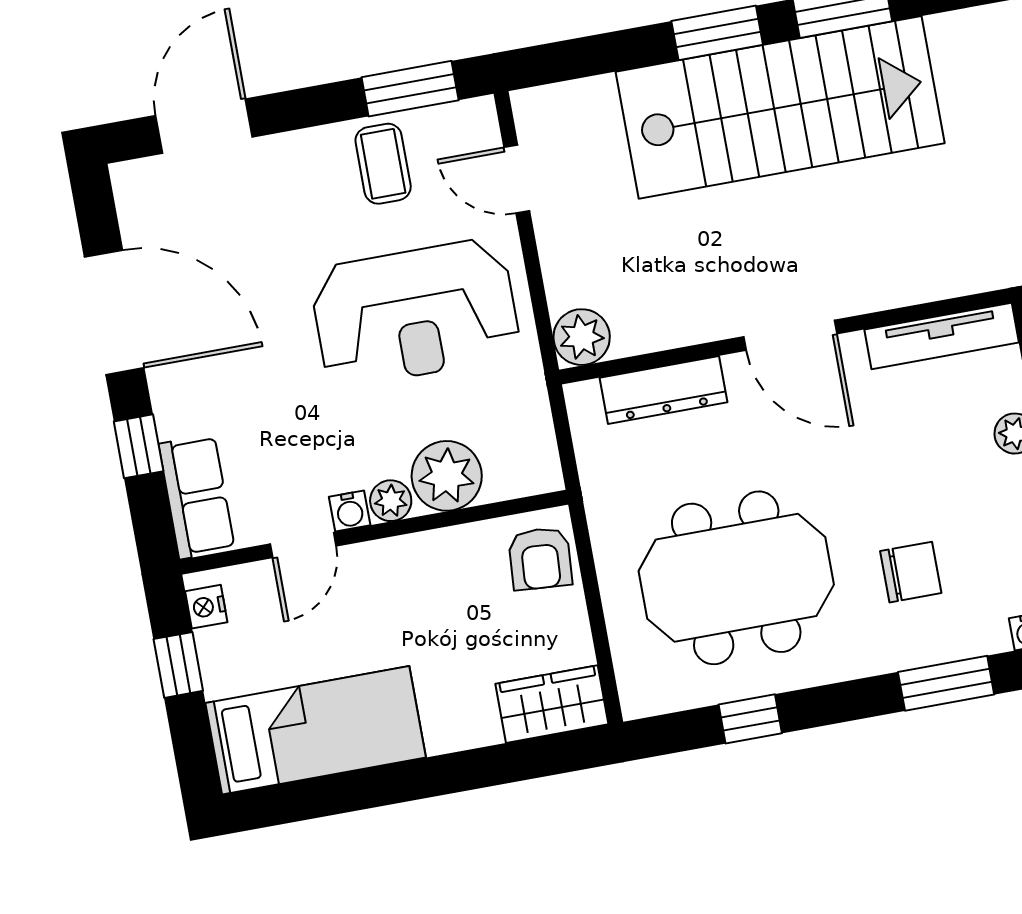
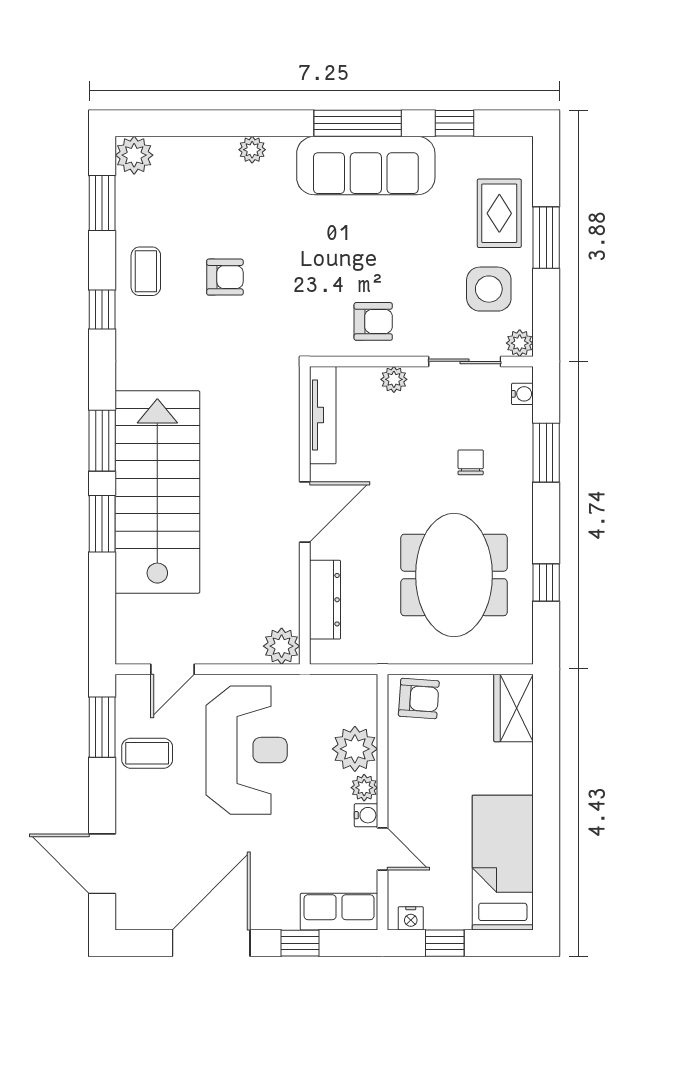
chair: (911, 572) -> (471, 462), width x0.73, depth x0.73

